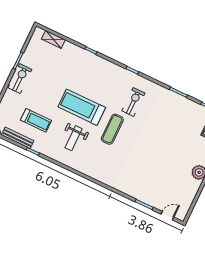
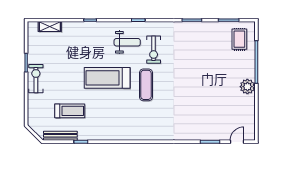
exercise bike: (133, 102) -> (154, 50), turned 180
weight bench: (74, 138) -> (127, 42), moved, turned -90

